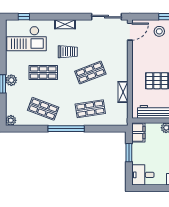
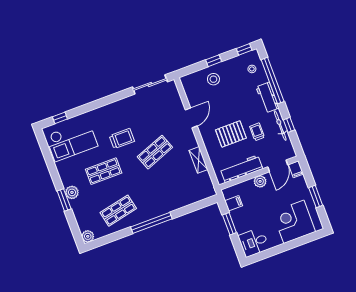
shelving: (65, 24) -> (108, 110), removed
door: (130, 32) -> (191, 118), moved
shop shelf: (43, 109) -> (118, 211), turned -33
shop shelf: (90, 109) -> (170, 192), removed
filing cabinet: (138, 133) -> (234, 203), width x0.50

